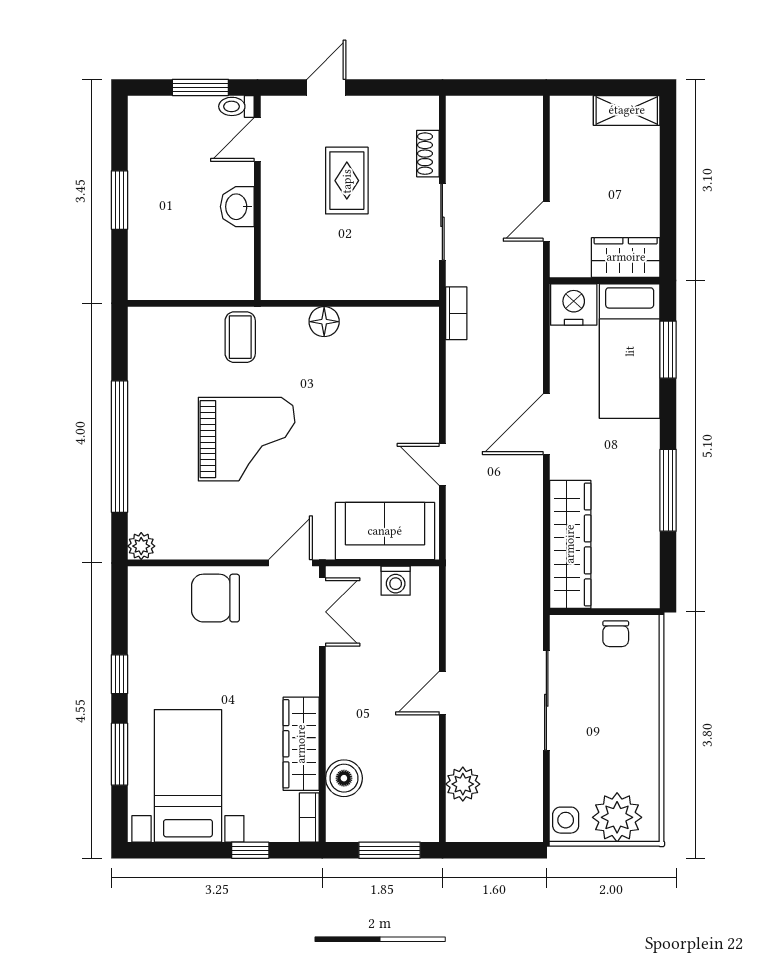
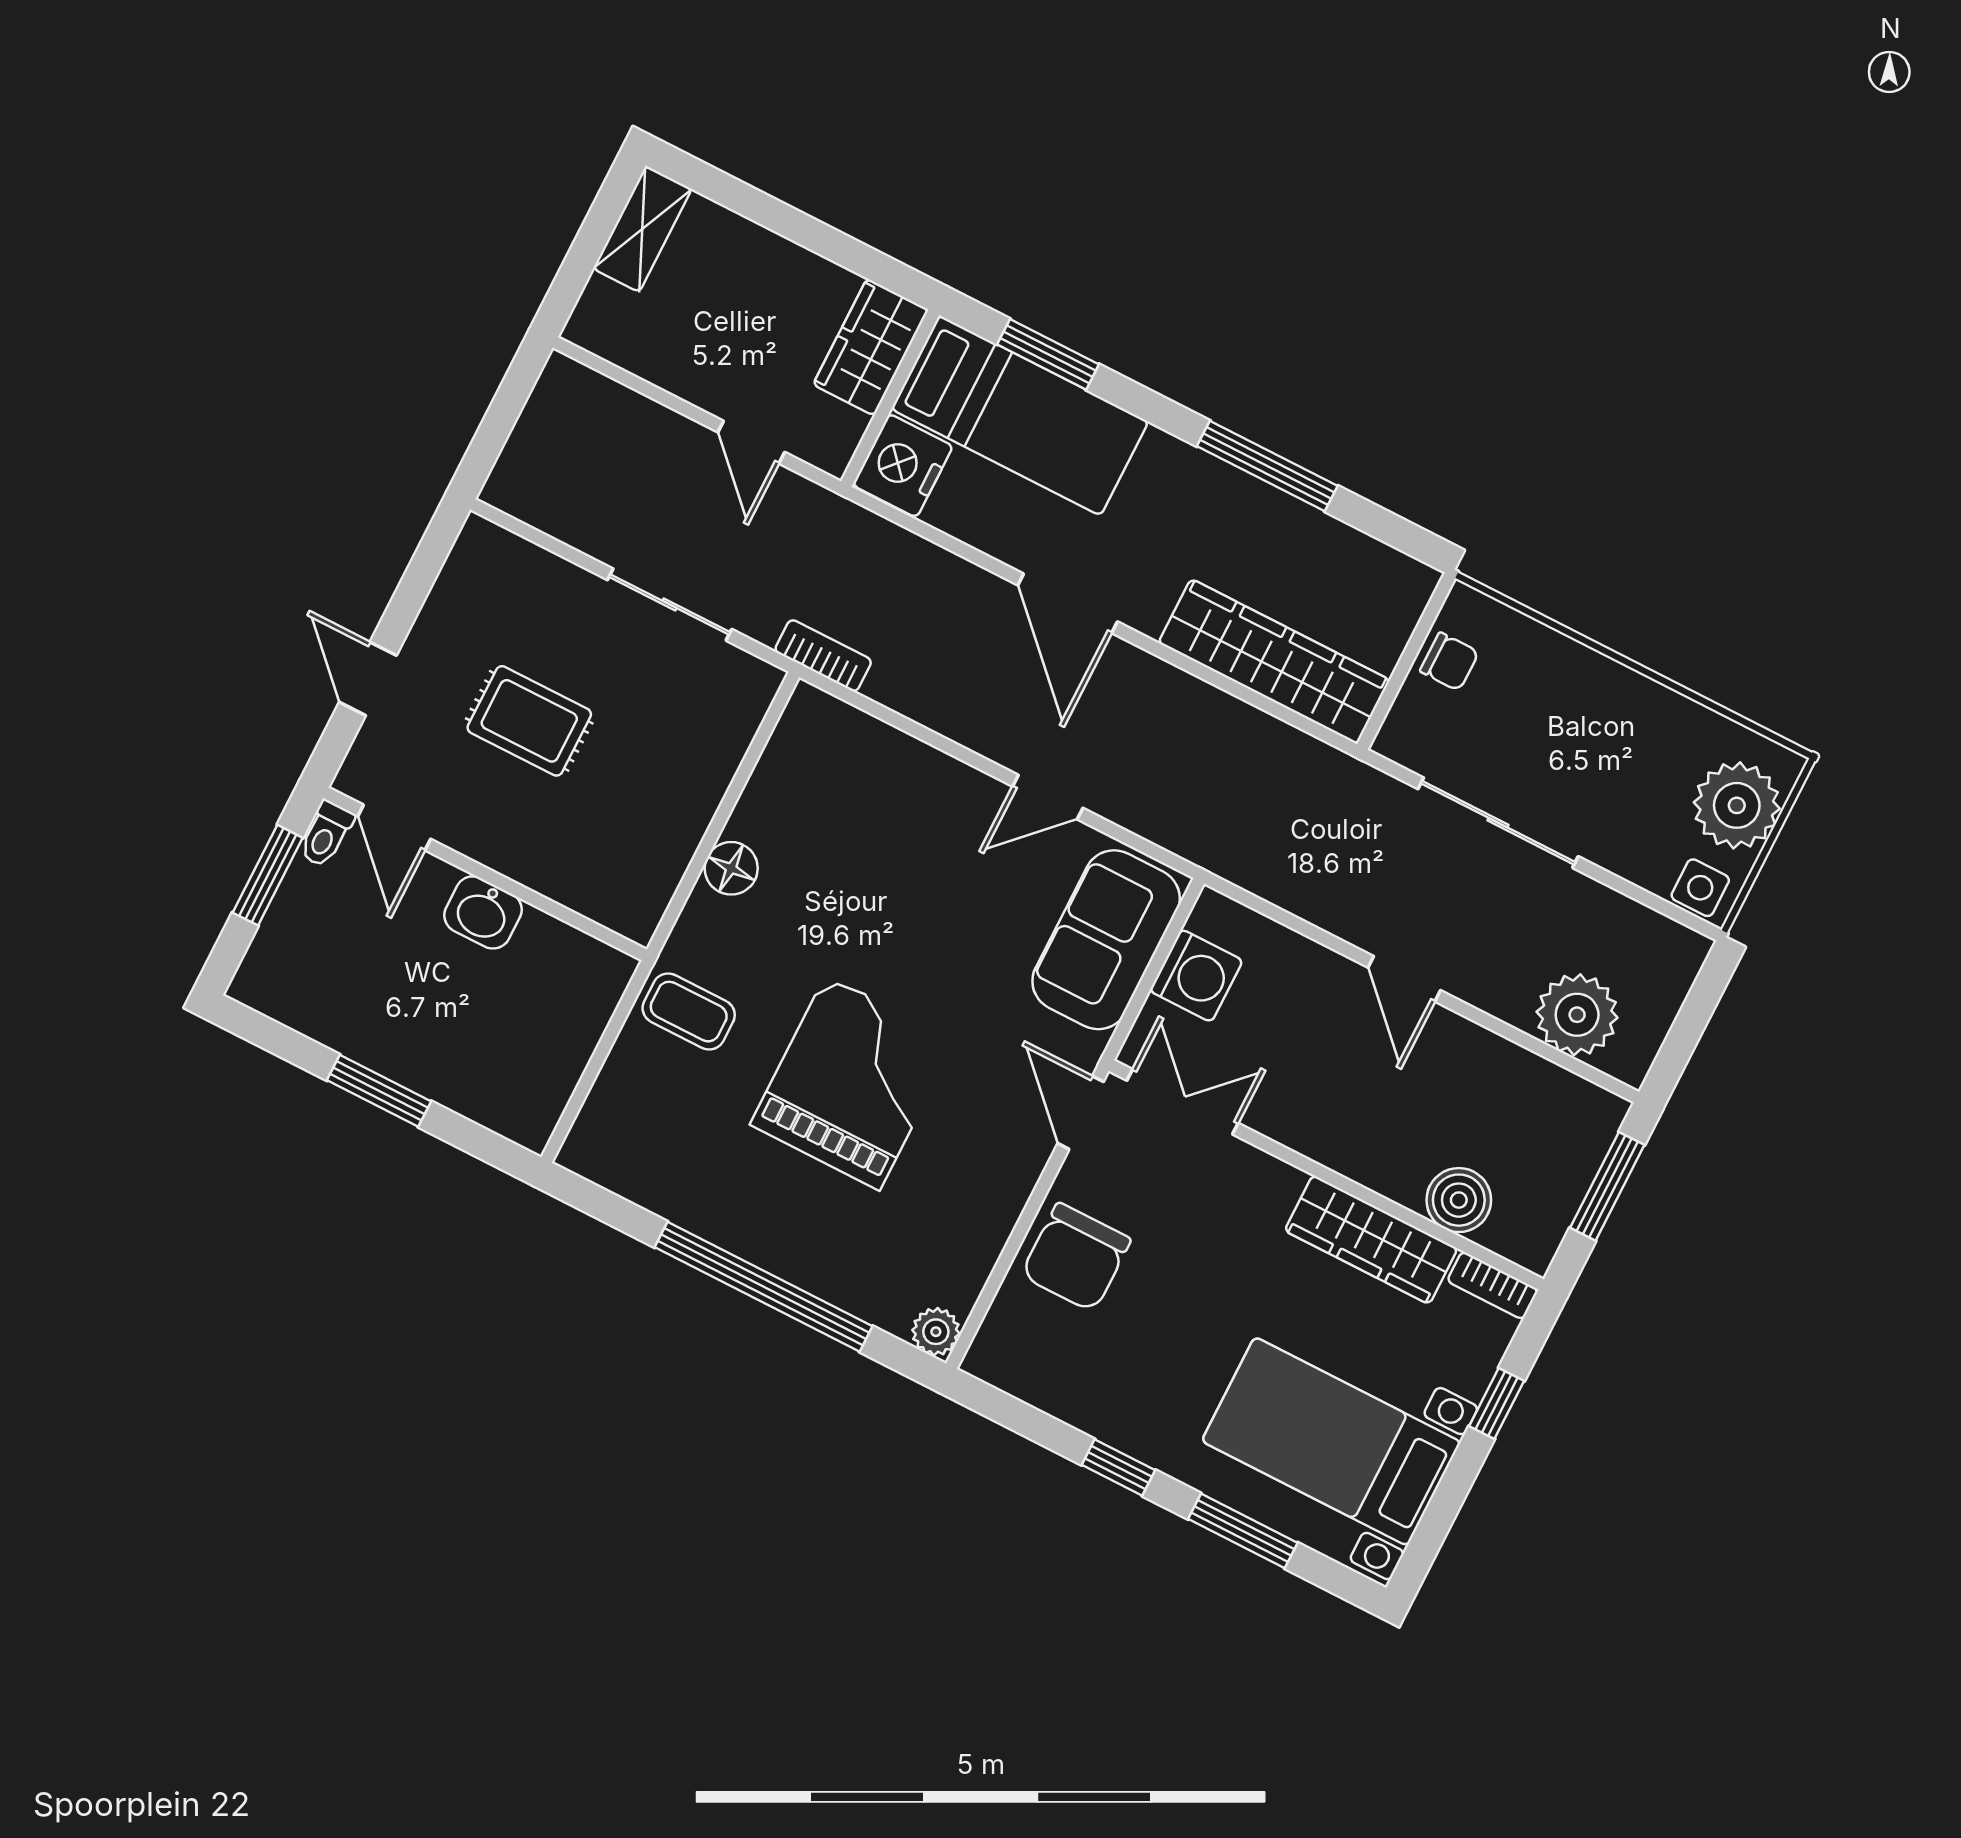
shoe rack: (428, 154) -> (552, 573), removed
washing machine: (396, 581) -> (1196, 976), width x1.38, depth x1.38
plant: (463, 784) -> (1577, 1015), width x1.36, depth x1.36

